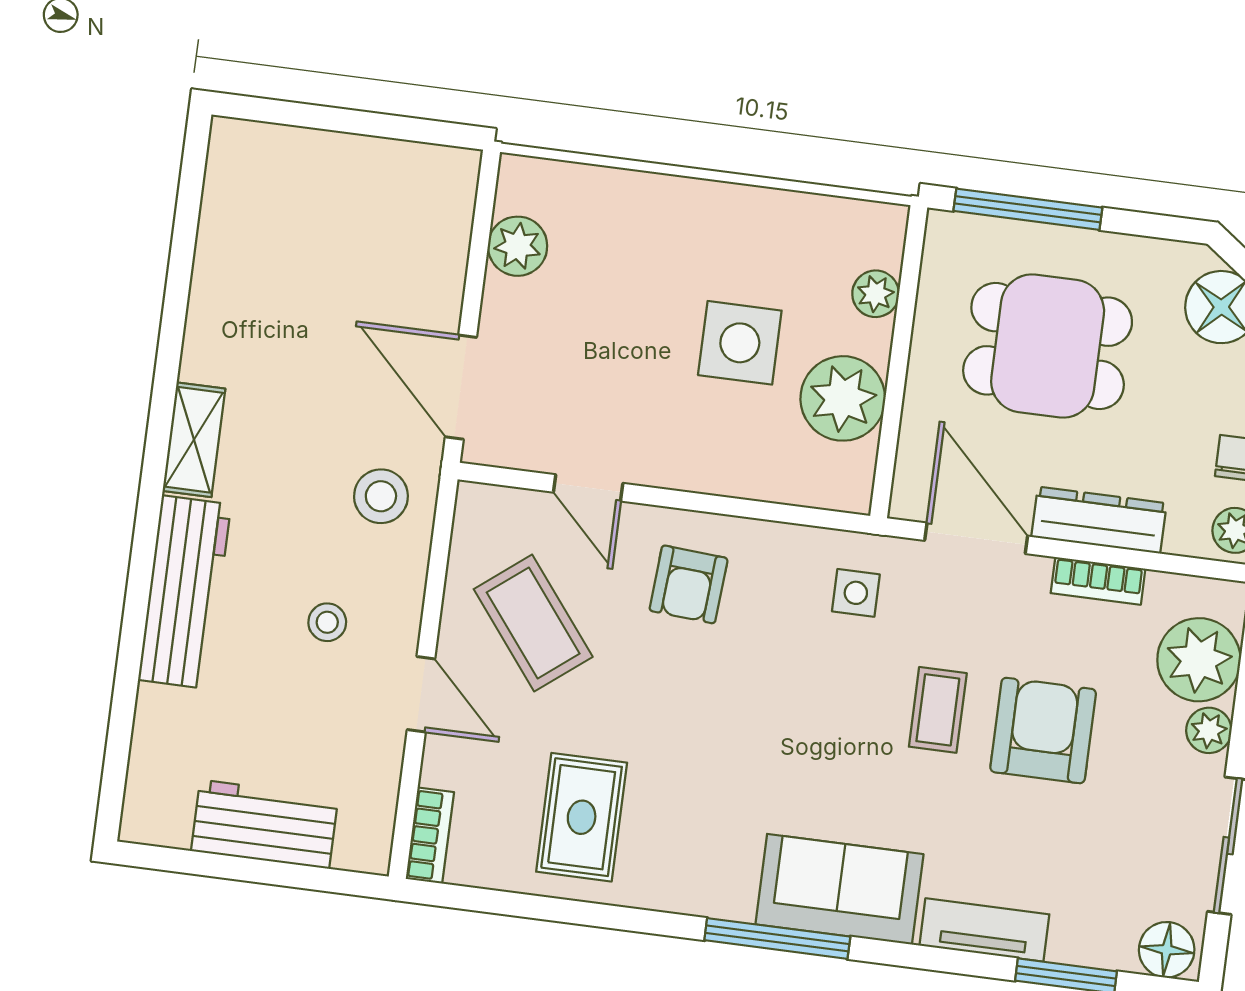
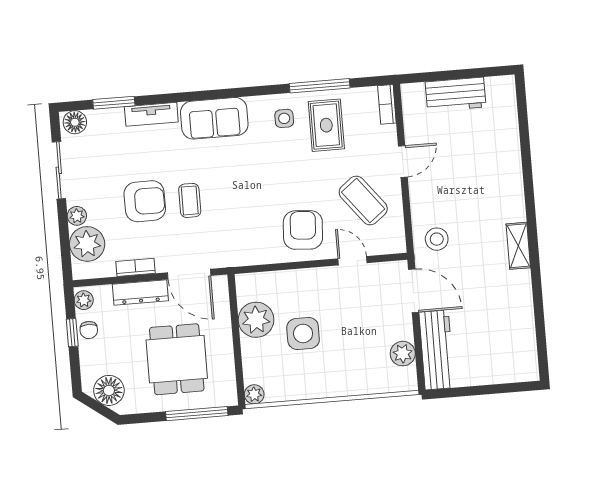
plant: (876, 294) -> (254, 394), moved
dining table: (1048, 346) -> (177, 359), turned 90
armchair: (689, 584) -> (303, 230), width x1.38, depth x1.38
workbench: (185, 592) -> (437, 350), moved, turned 180
side table: (856, 593) -> (284, 118), moved
stool: (327, 622) -> (448, 183), removed
door: (421, 694) -> (403, 161), swing flipped
armchair: (1043, 731) -> (145, 201), turned -90
window: (777, 938) -> (320, 86), moved

